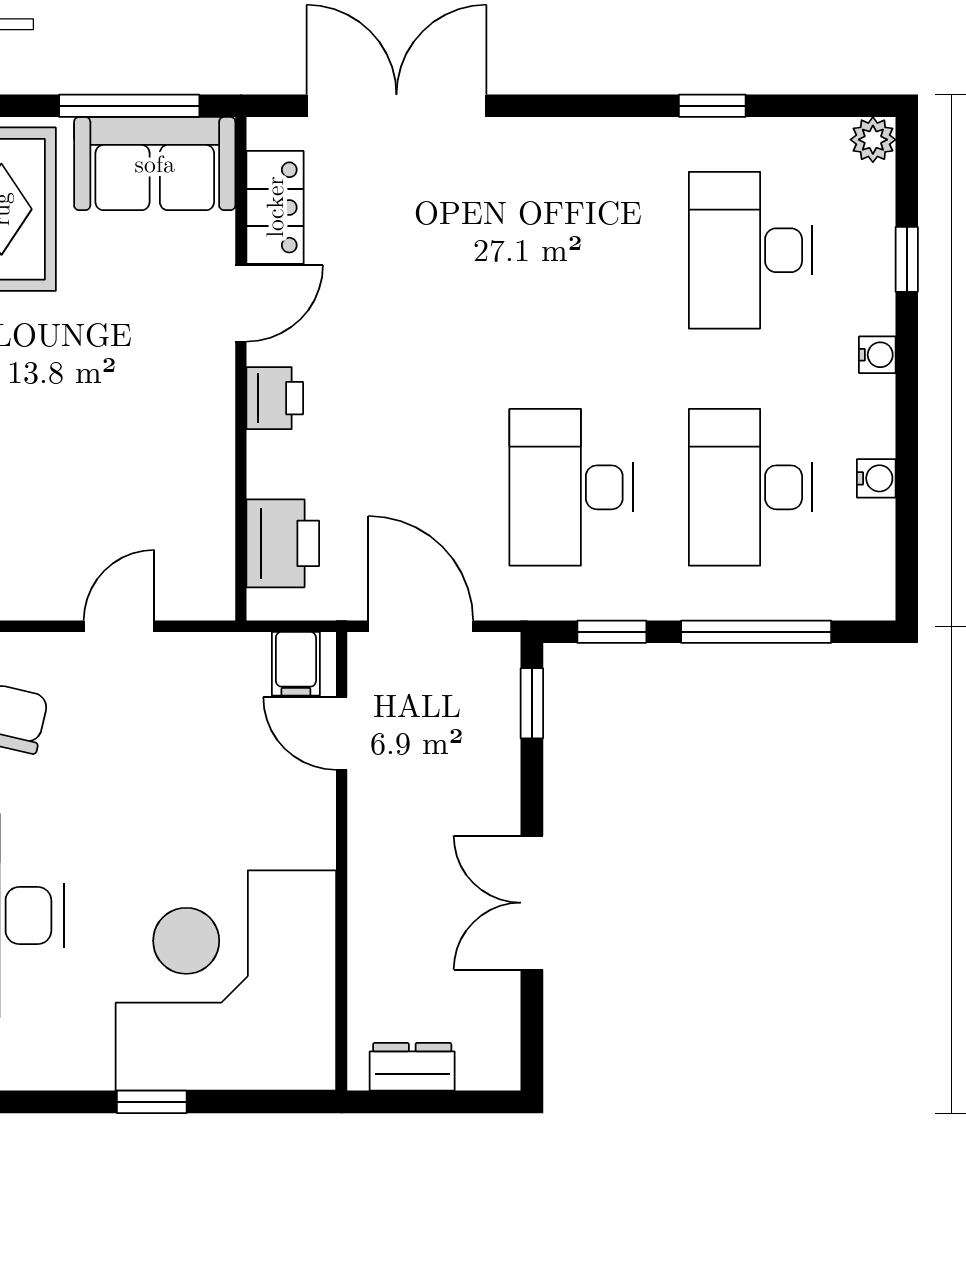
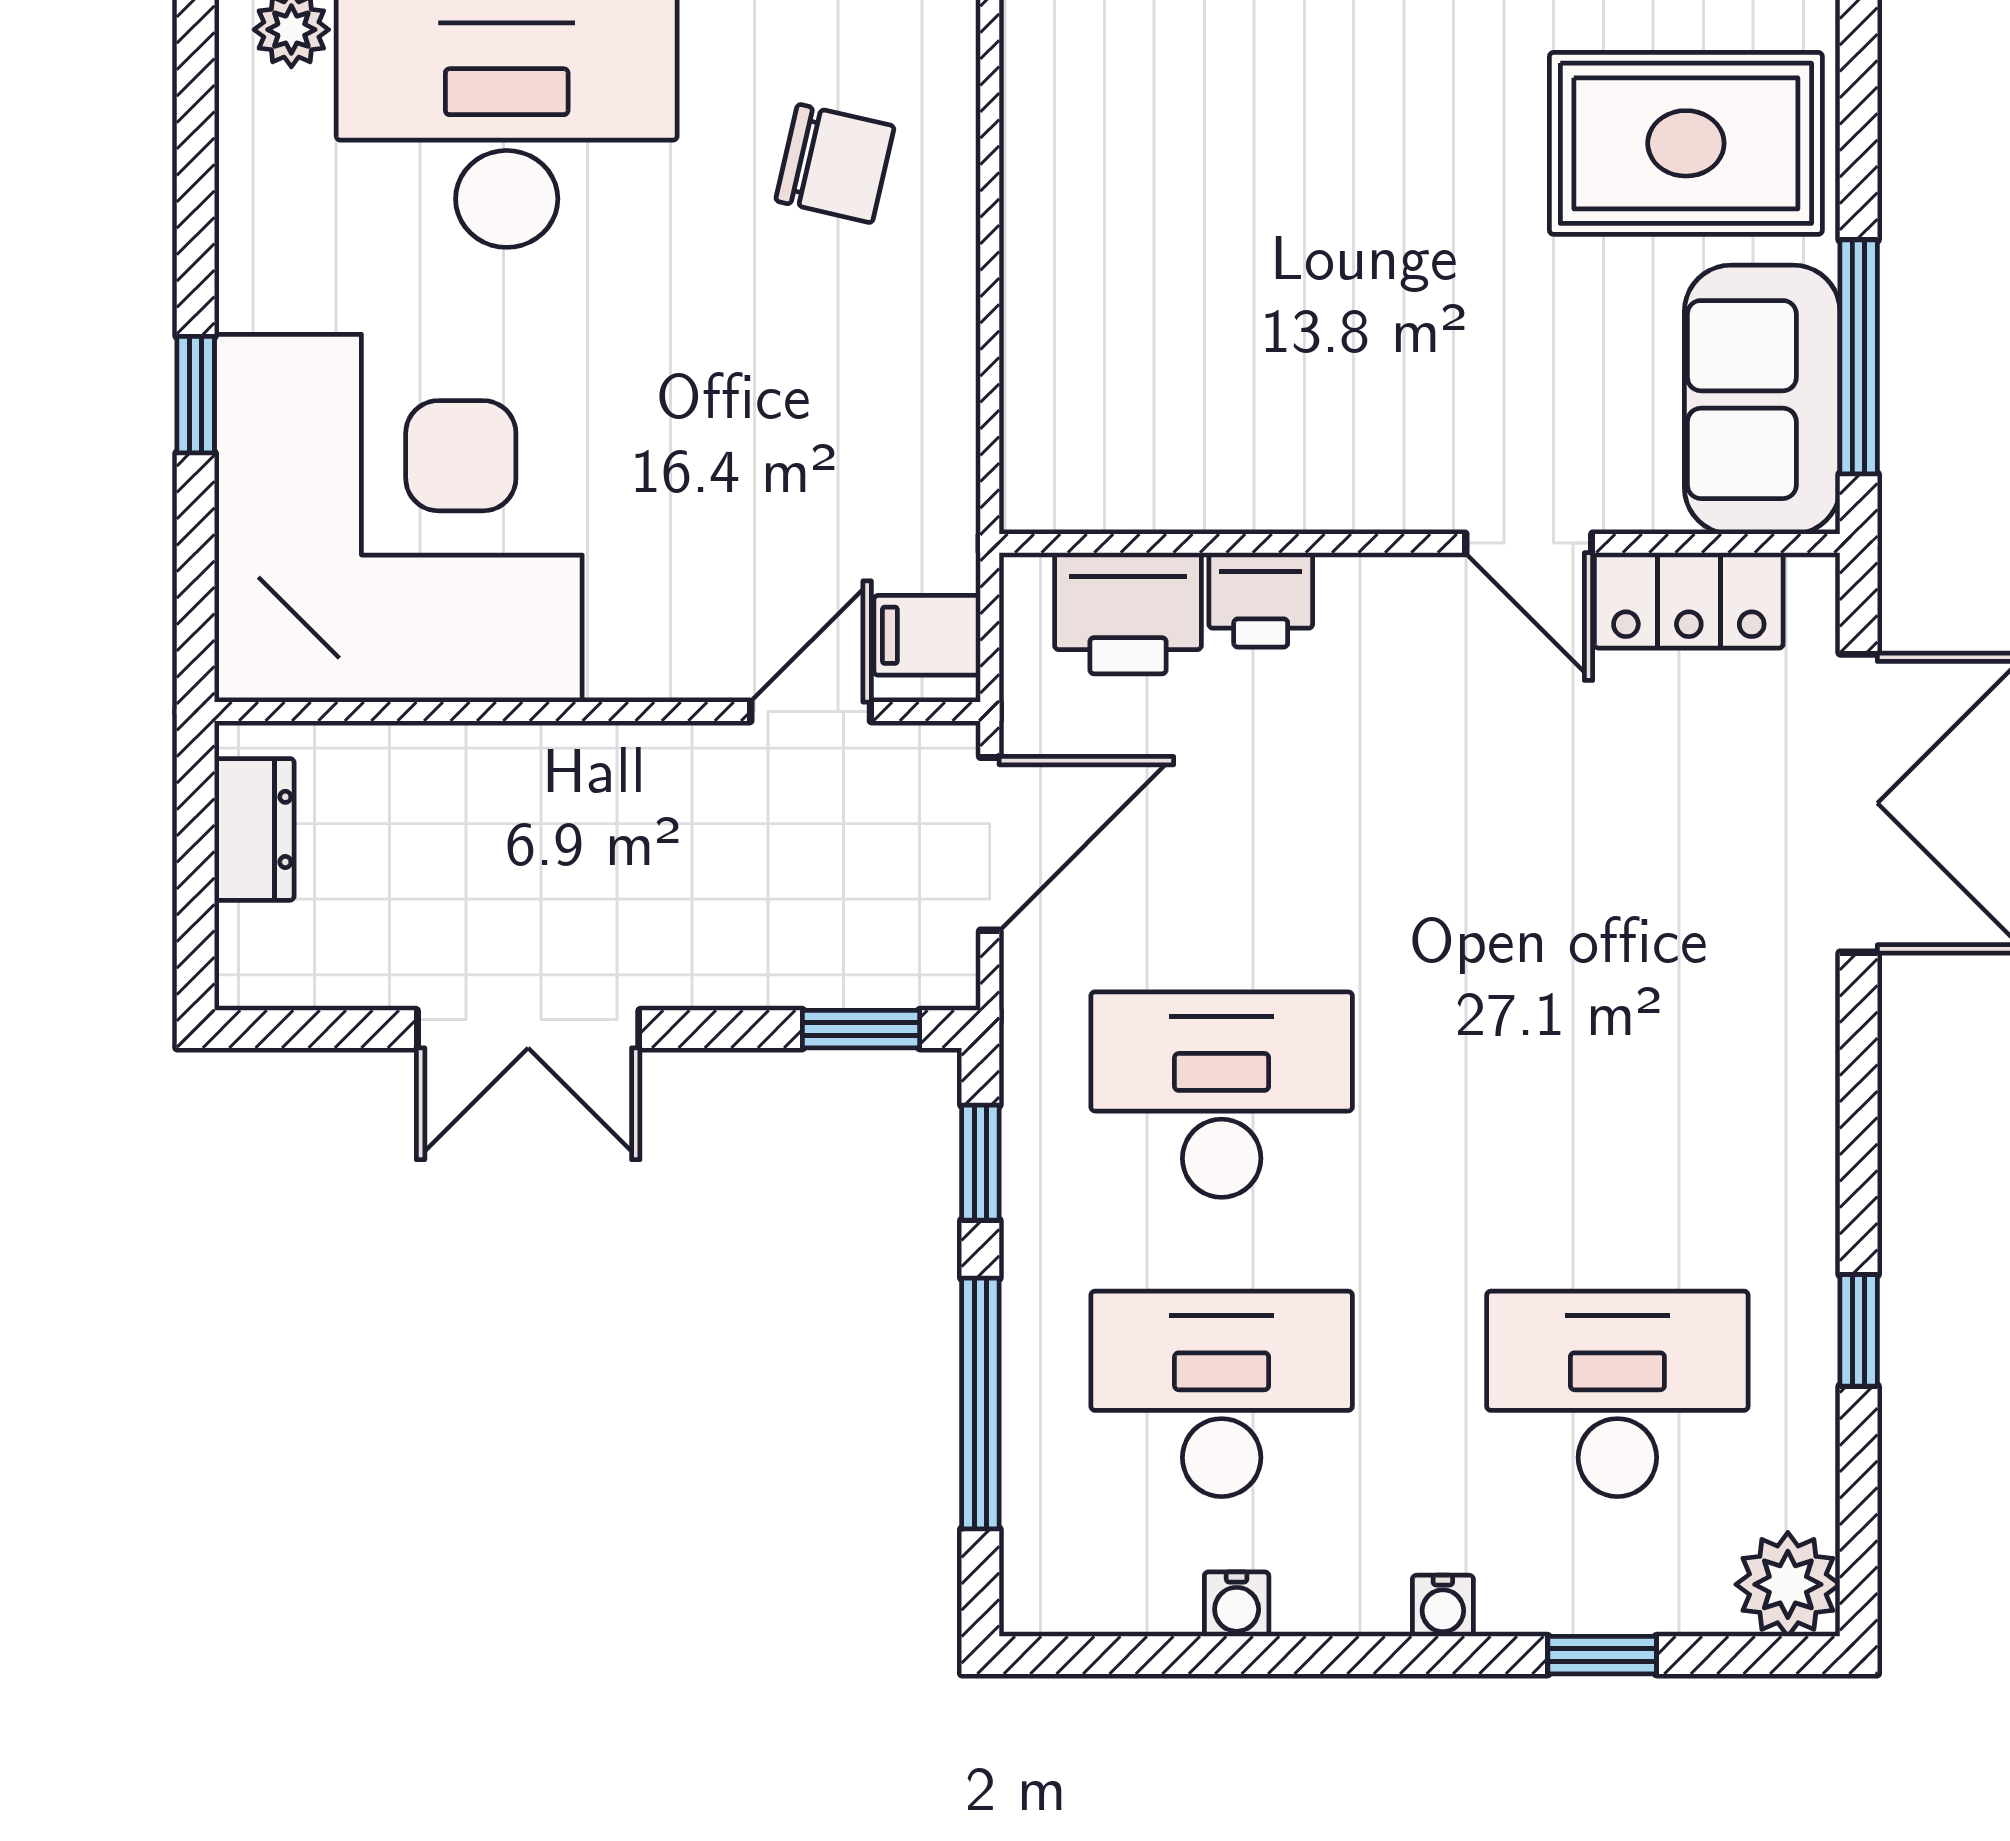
plant: (873, 140) -> (1788, 1584), width x1.38, depth x1.38
printer: (275, 398) -> (1261, 600), moved
door: (119, 626) -> (990, 340), removed
double door: (532, 903) -> (528, 1029), swing flipped

